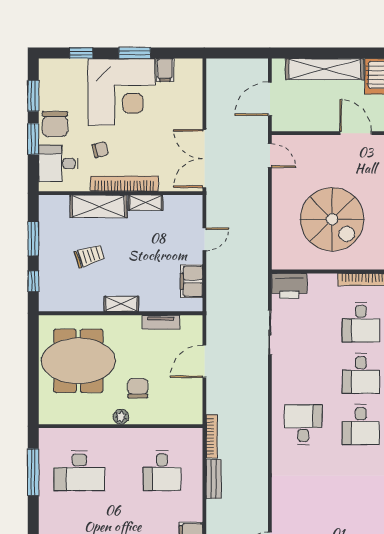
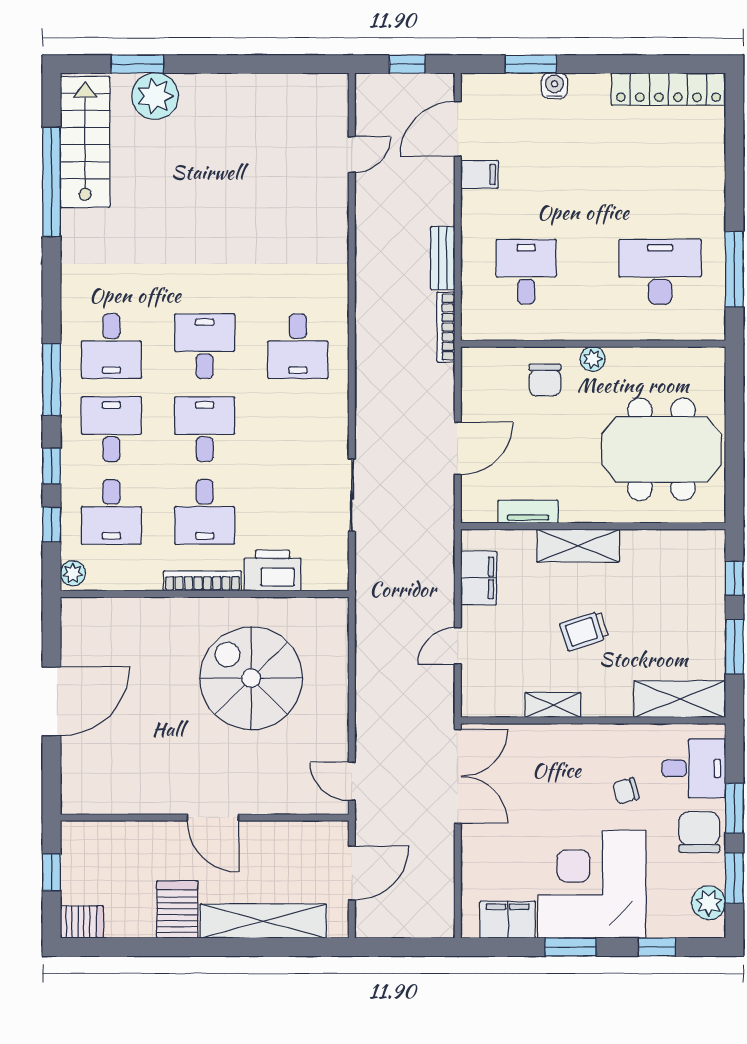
filing cabinet: (165, 70) -> (508, 920), width x2.00
plant: (49, 80) -> (709, 903), added
bookcase: (124, 184) -> (587, 736), removed
shelving: (98, 206) -> (680, 699), moved
trolley: (89, 256) -> (584, 631), moved
printer: (289, 286) -> (272, 571), moved
shelving: (121, 304) -> (578, 546), width x1.50, depth x1.33
desk: (361, 322) -> (205, 512), turned 180
chair: (138, 388) -> (545, 380), moved

